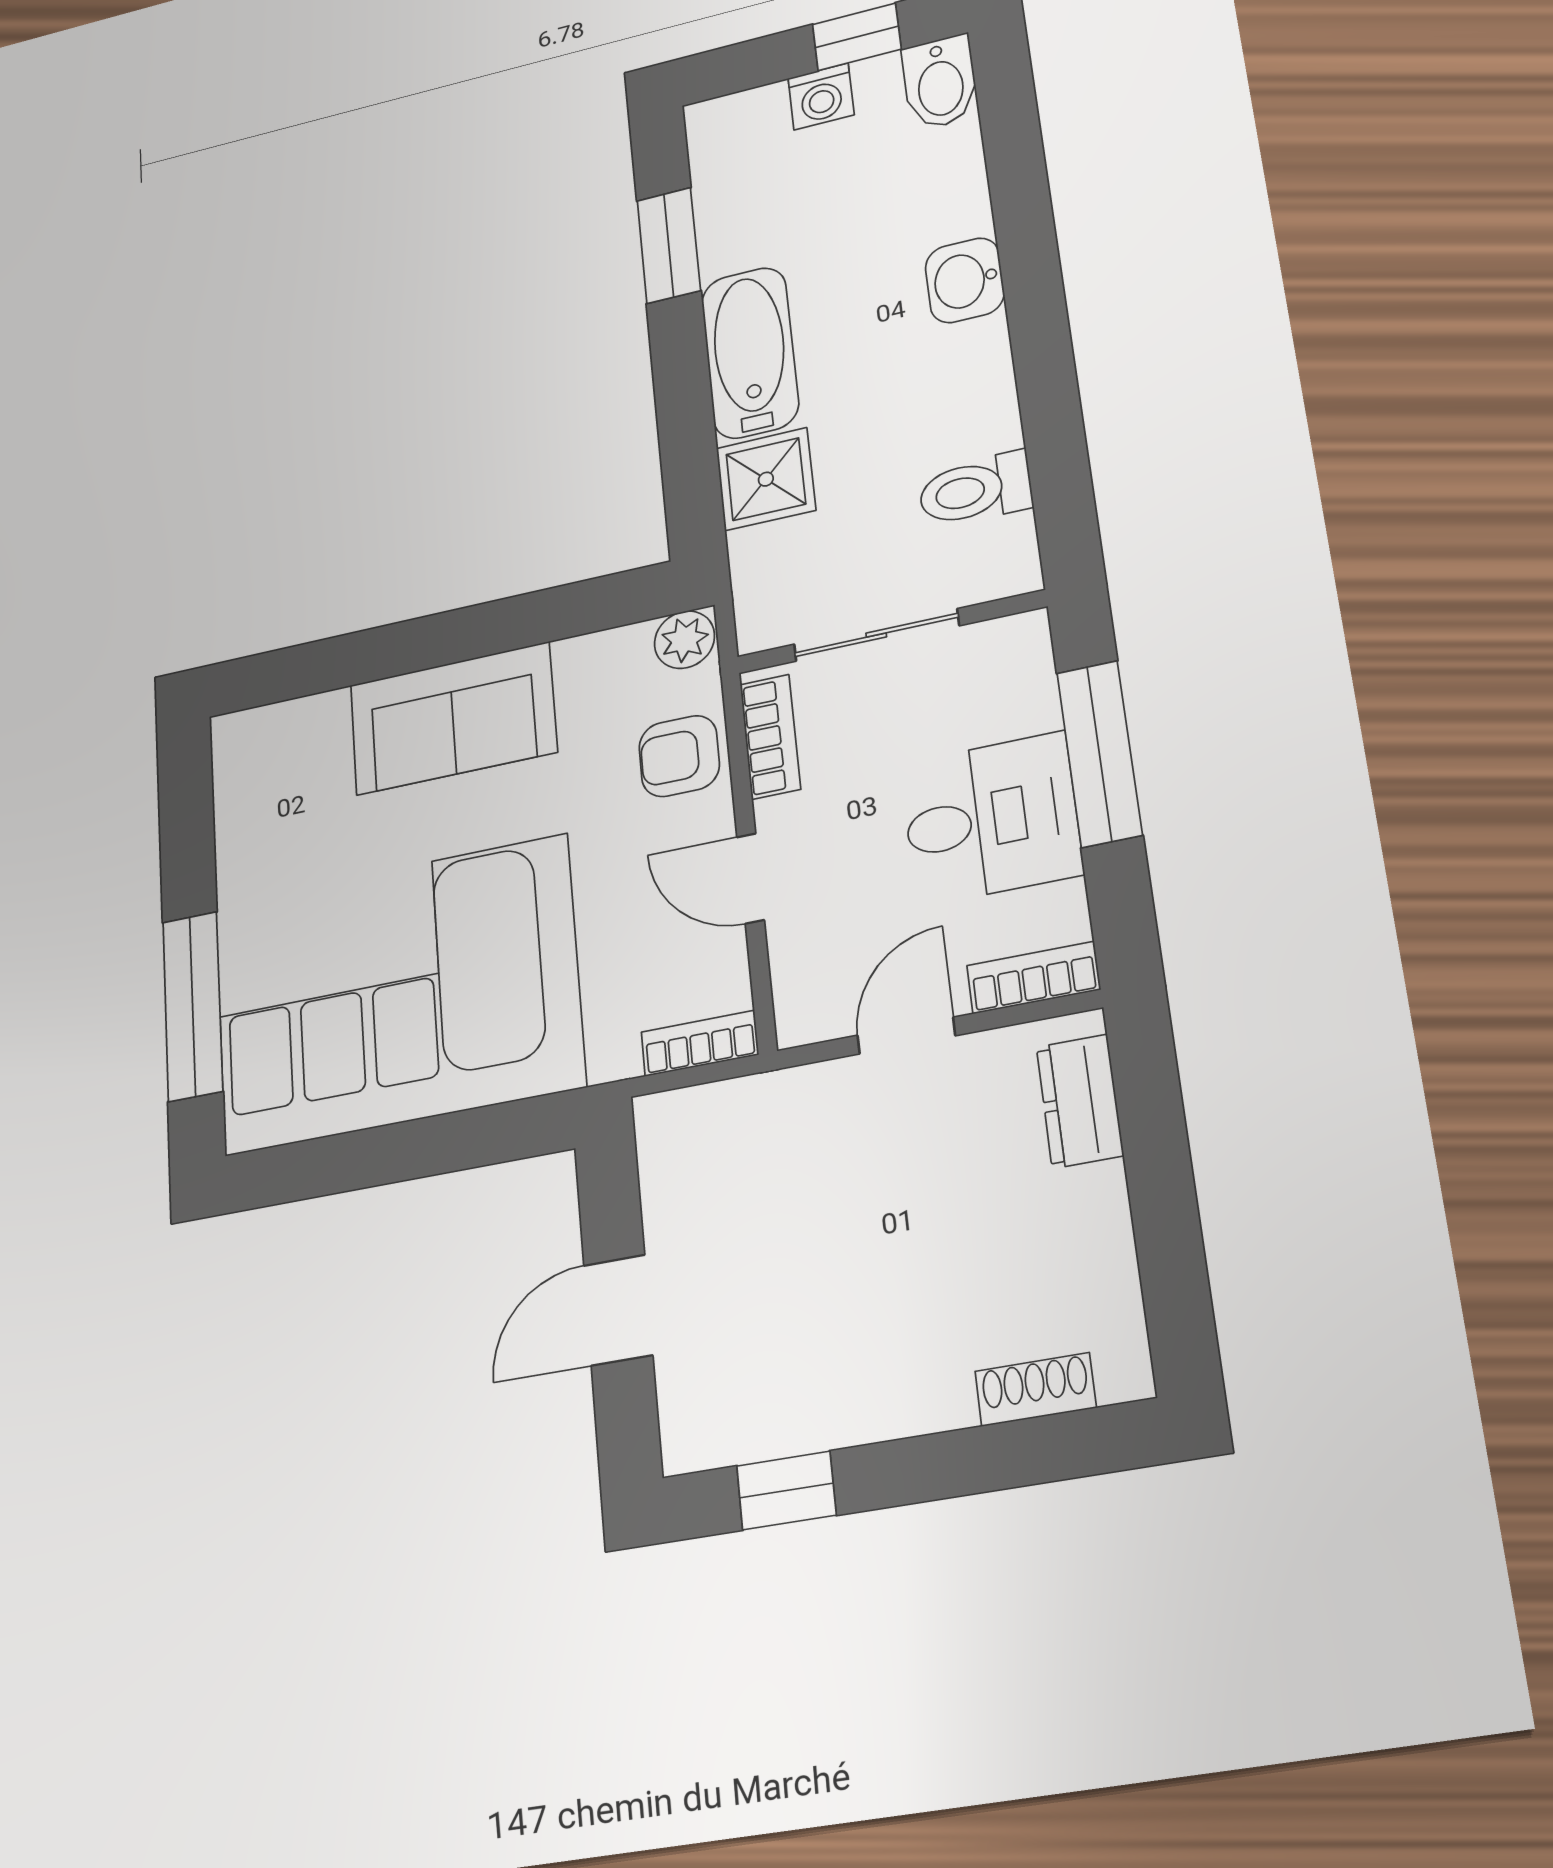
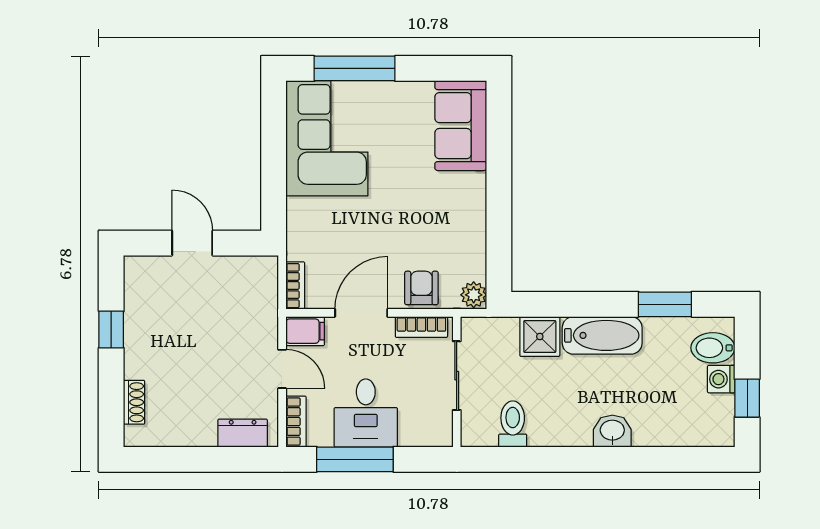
bidet: (940, 82) -> (713, 348), moved
sofa: (453, 718) -> (461, 126), moved
window: (1099, 754) -> (355, 459), moved
door: (751, 878) -> (361, 313), width x1.38
corner sofa: (397, 994) -> (327, 138), width x0.73, depth x0.74
filing cabinet: (807, 999) -> (305, 331), added
window: (786, 1491) -> (111, 329), moved

